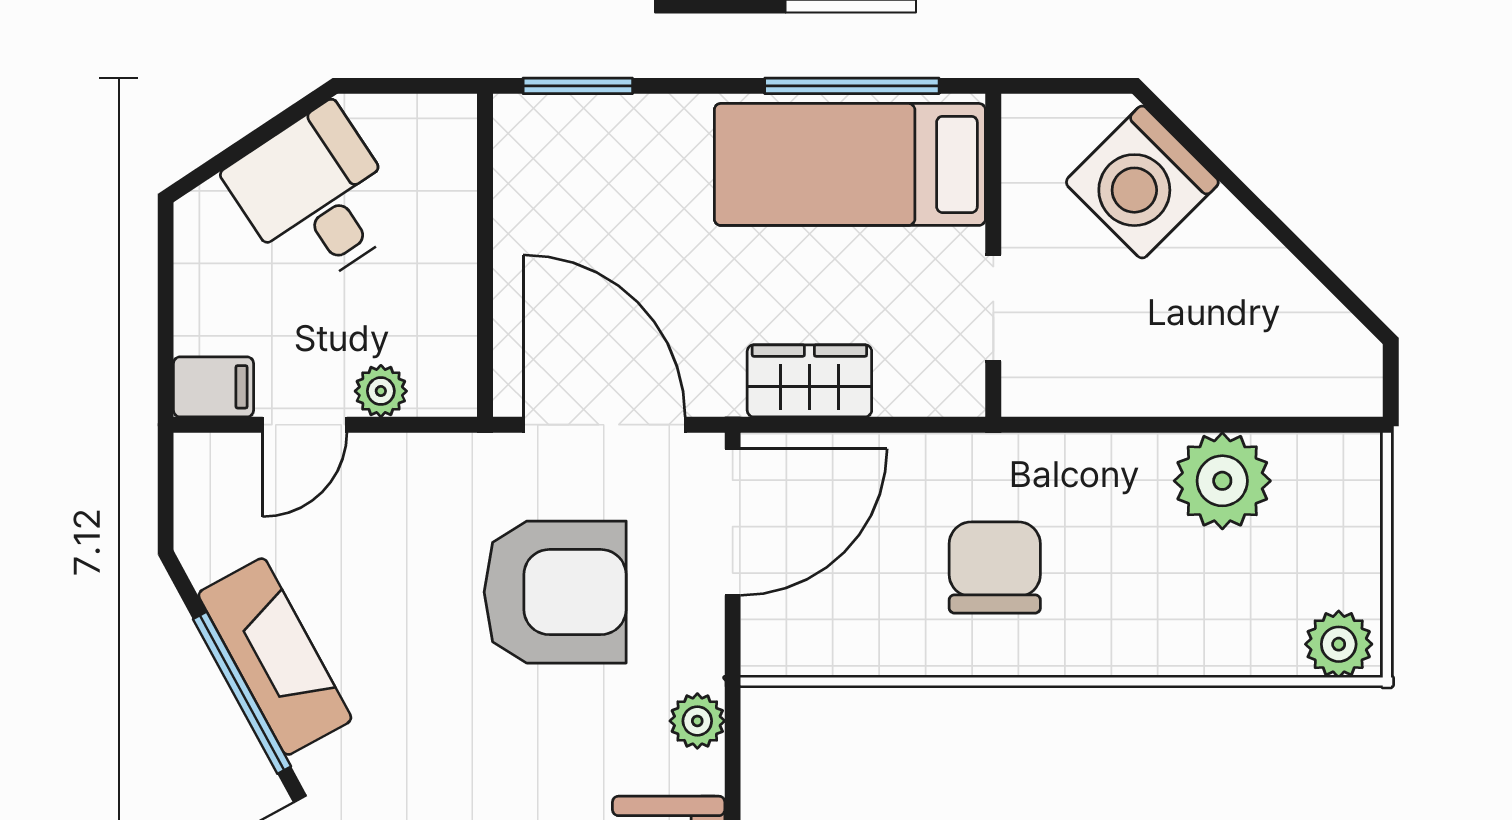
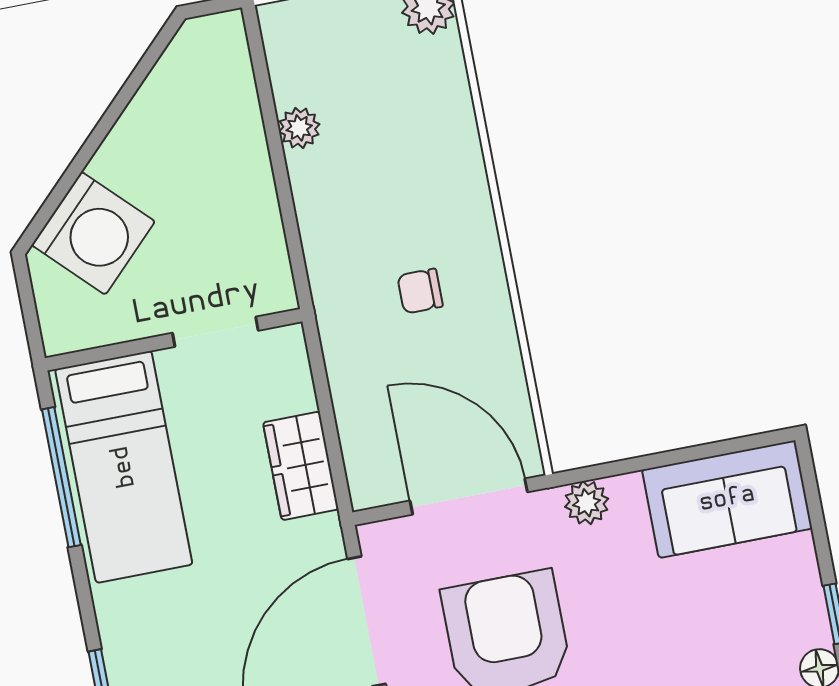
plant: (1222, 481) -> (299, 128), width x0.53, depth x0.53
door: (733, 522) -> (469, 496), moved
chair: (995, 567) -> (420, 291), width x0.54, depth x0.54

